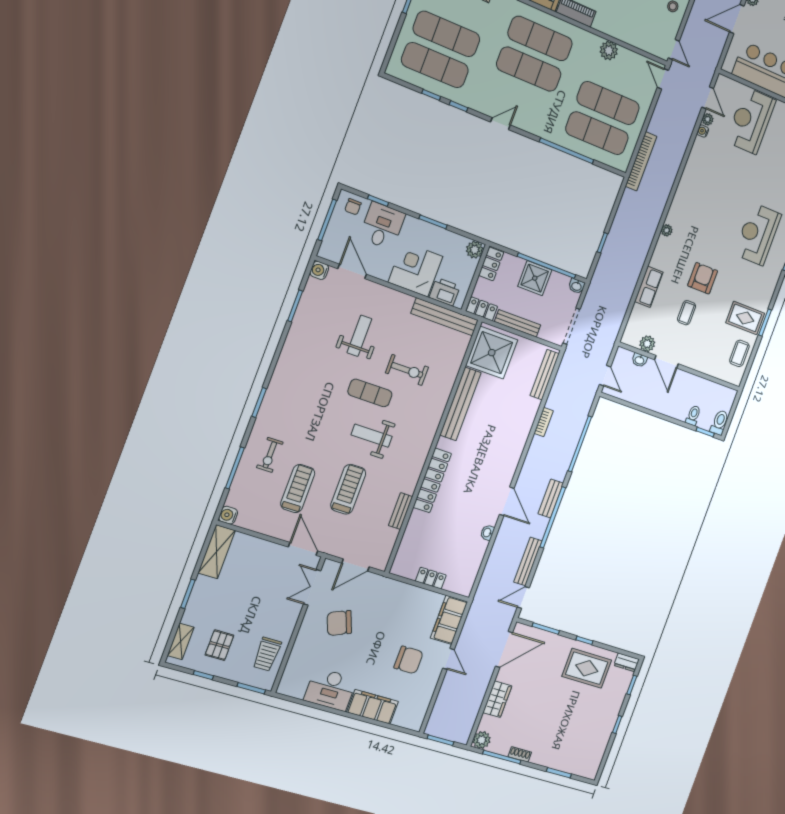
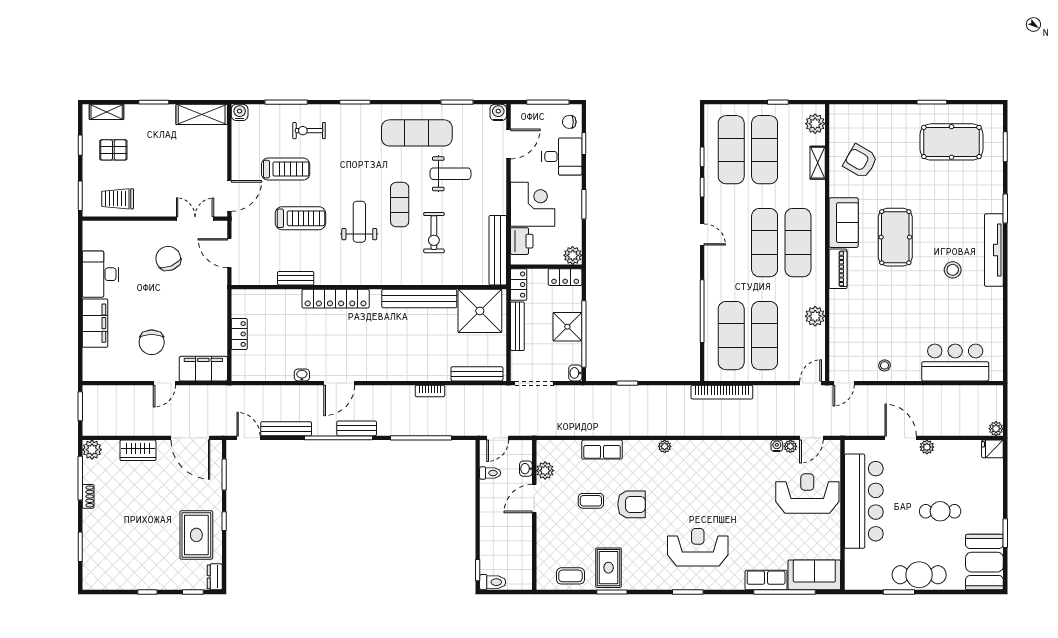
exercise mat: (310, 354) -> (417, 133), added
toilet: (693, 415) -> (490, 473), moved

